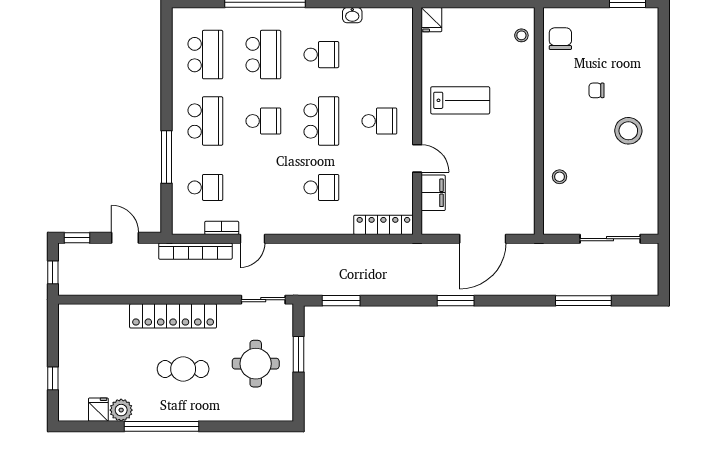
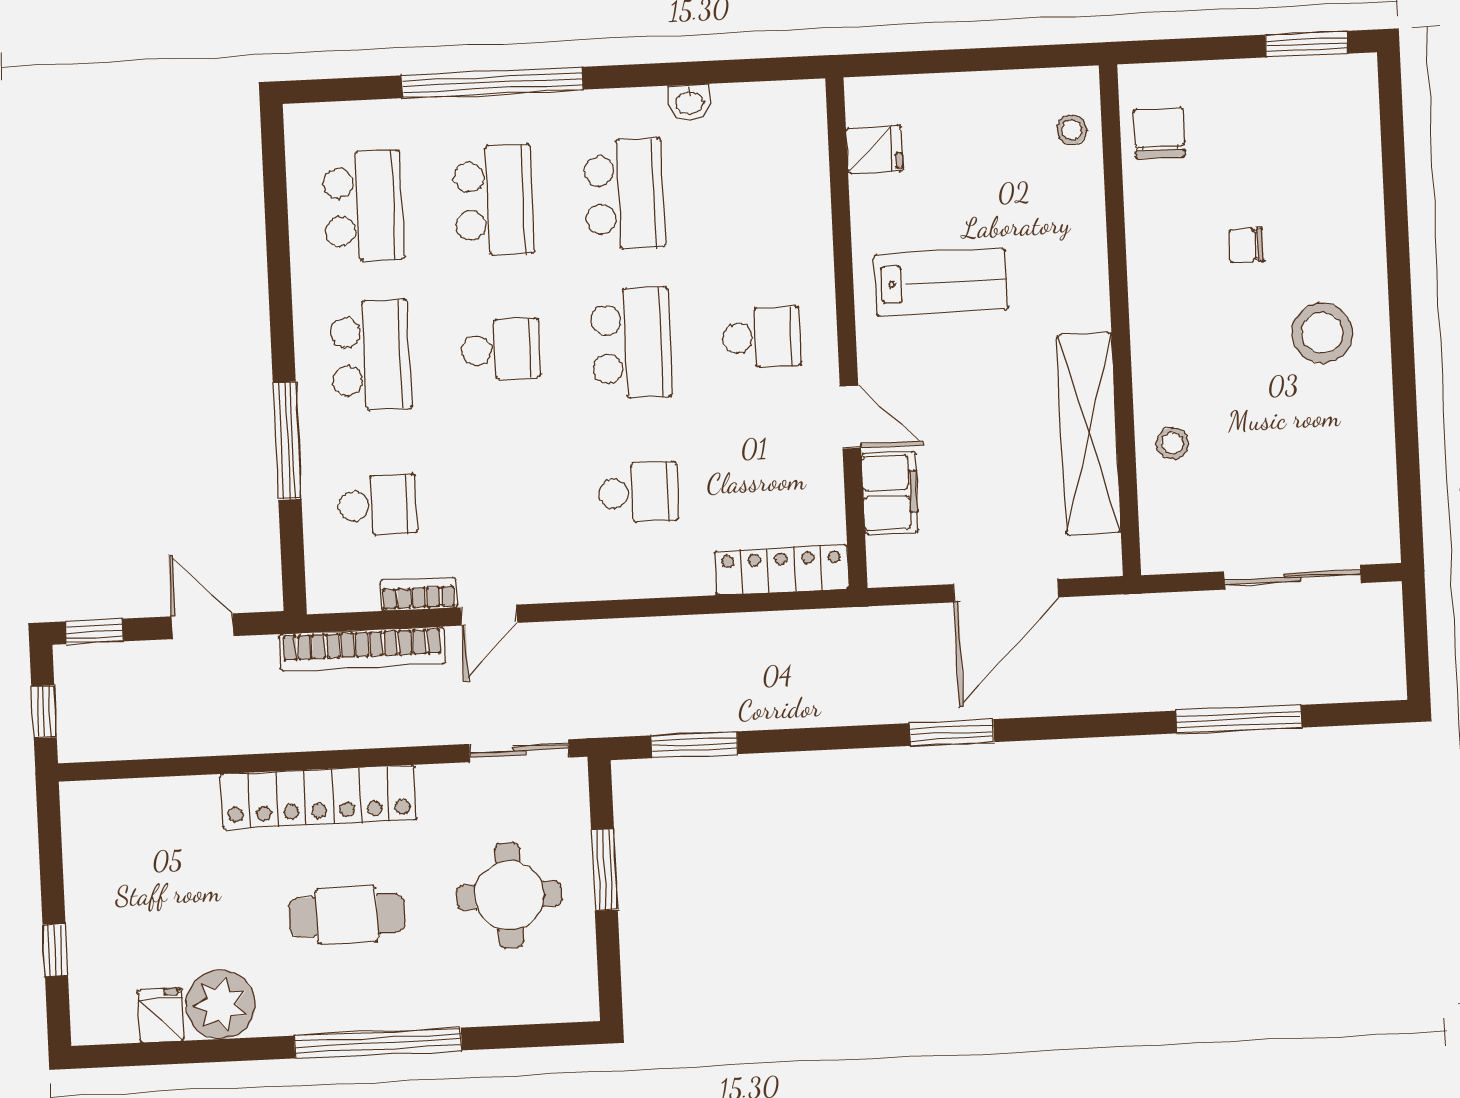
fridge: (431, 20) -> (874, 150), moved, turned -90
school desk: (321, 55) -> (624, 194), width x1.85
shelving: (523, 171) -> (1089, 434), added
plant: (121, 410) -> (221, 1004), width x1.36, depth x1.36
window: (162, 426) -> (378, 1043), moved

